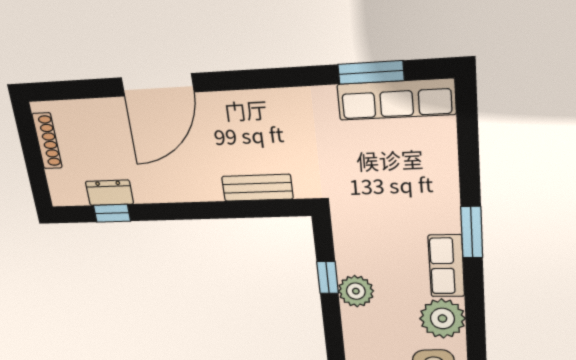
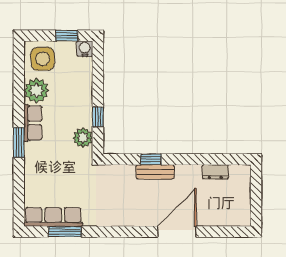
shoe rack: (47, 141) -> (245, 204), removed
bench: (257, 188) -> (155, 172), moved
window: (112, 213) -> (151, 159), moved
plant: (356, 291) -> (83, 138), moved

